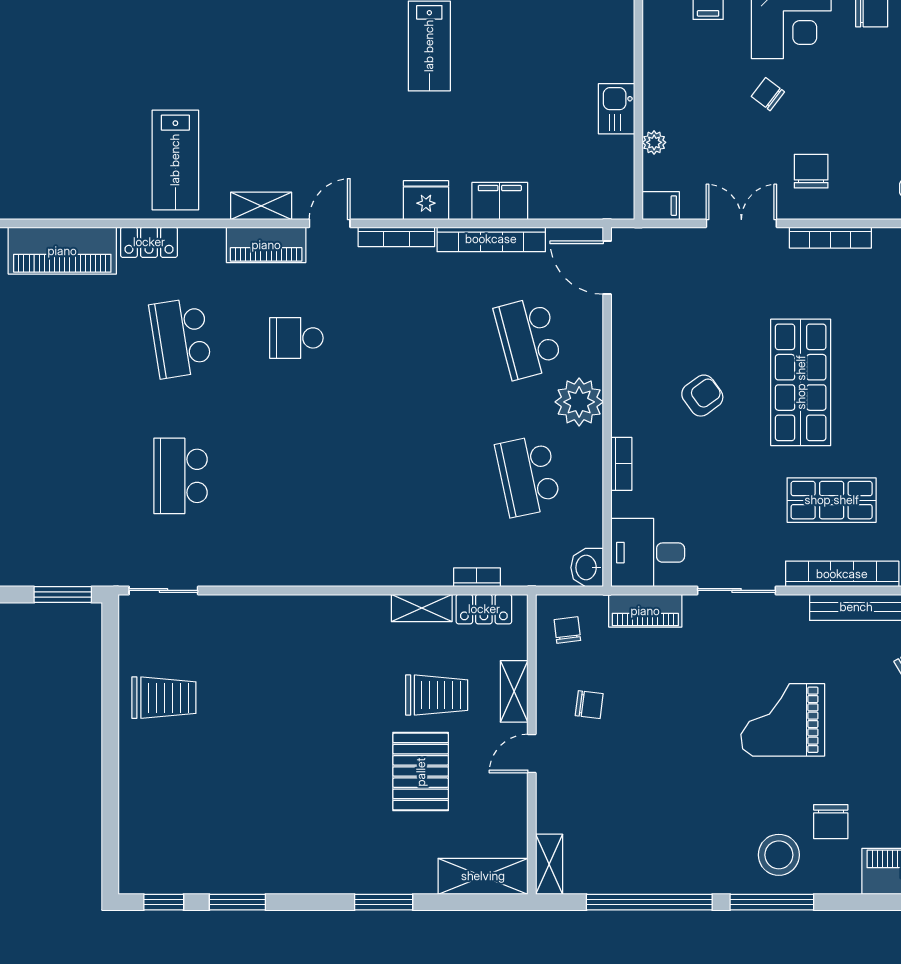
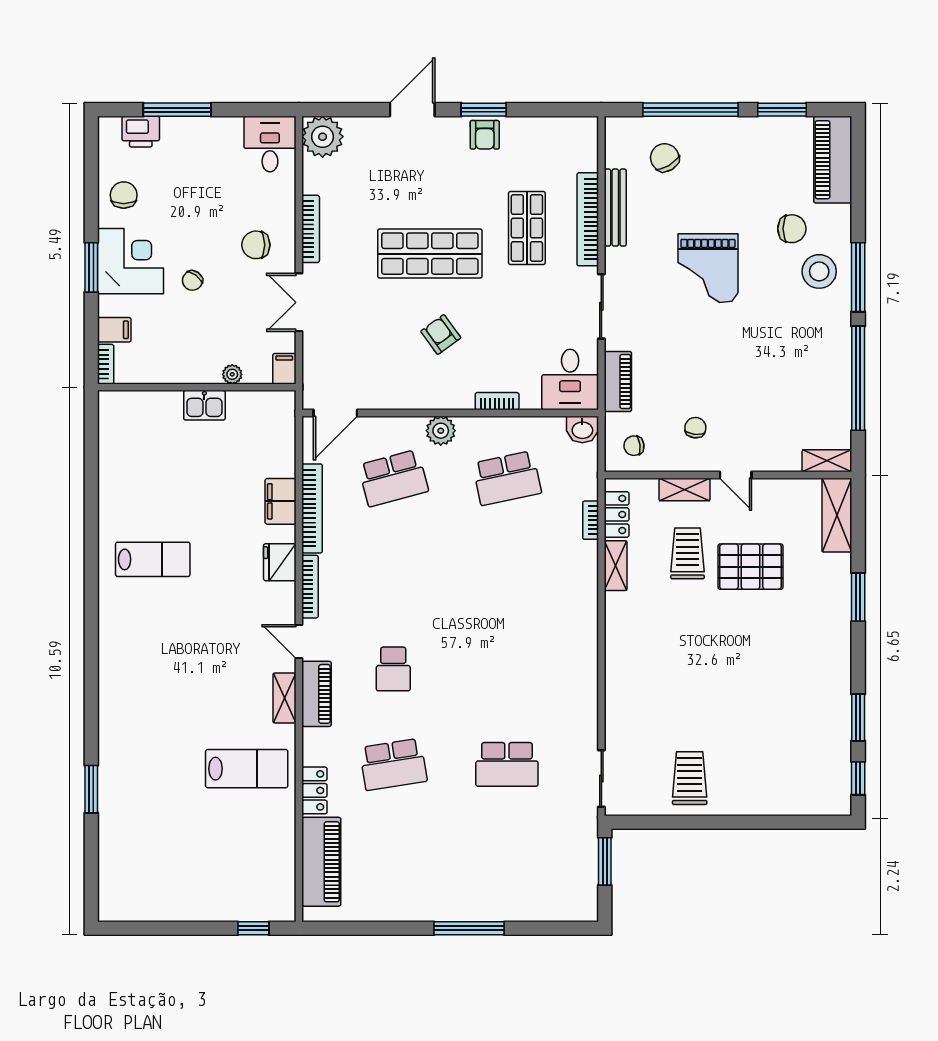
plant: (579, 402) -> (441, 431), width x0.73, depth x0.73

